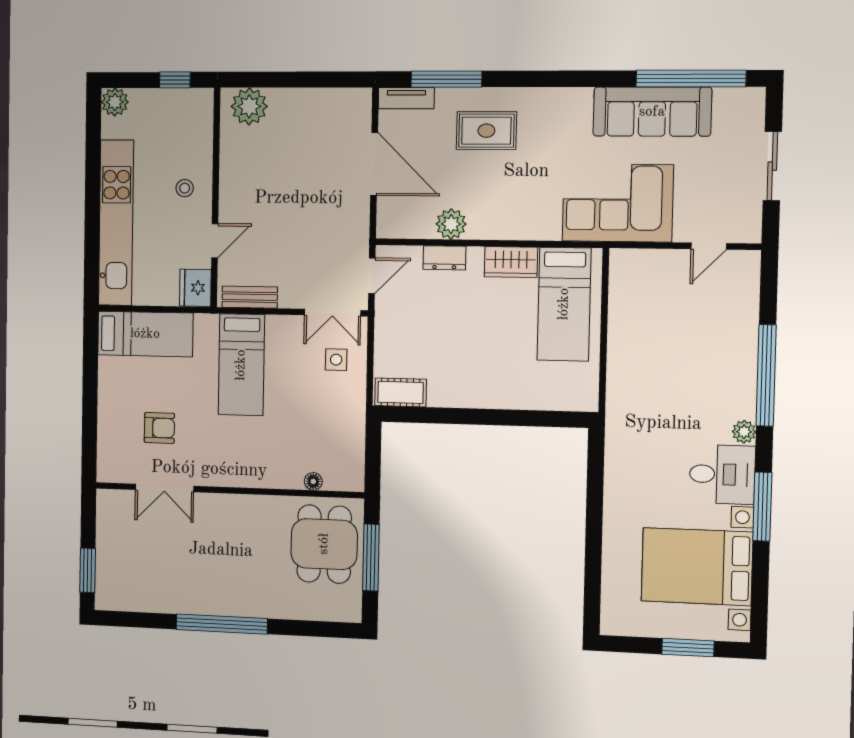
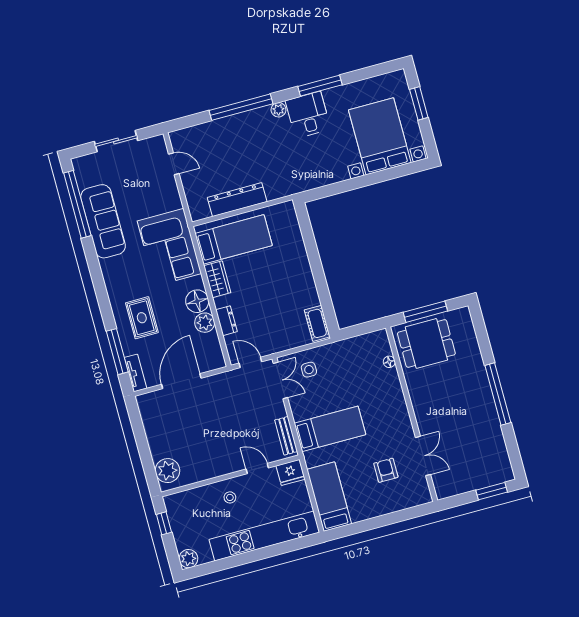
corner sofa: (618, 203) -> (169, 247), moved
floor lamp: (487, 222) -> (197, 301), added
dresser: (623, 327) -> (237, 200), added
bed with nightstands: (697, 567) -> (380, 136), moved, turned 180

